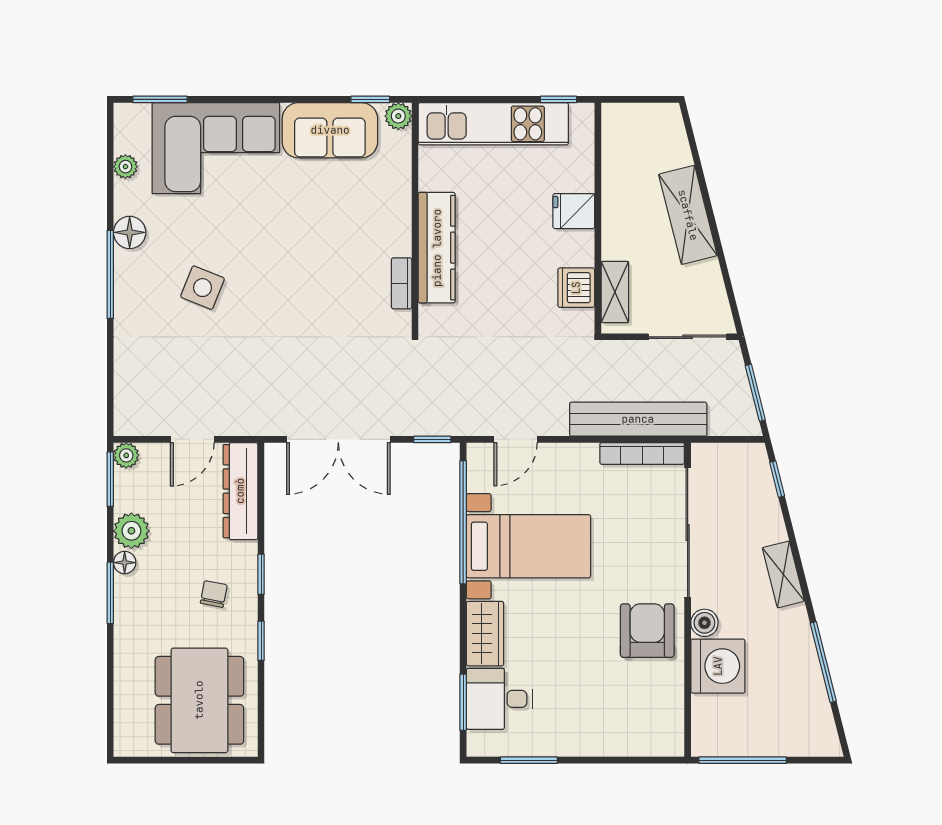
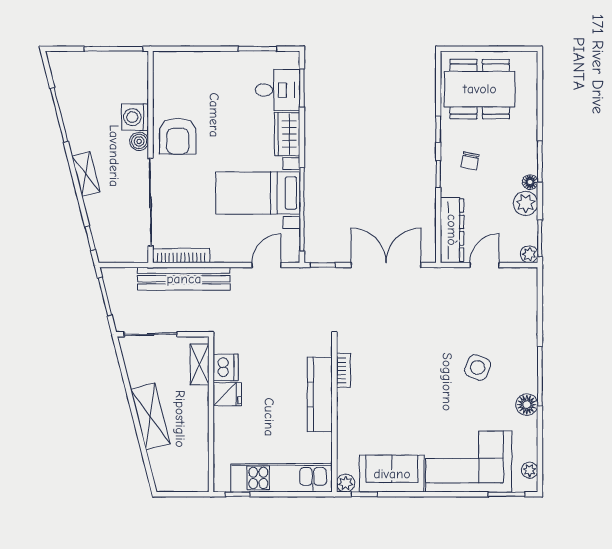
plant: (125, 167) -> (530, 470), moved
fridge: (574, 211) -> (227, 394), moved
washing machine: (718, 666) -> (135, 117), width x0.73, depth x0.73
dining table: (199, 700) -> (480, 89), turned 90

